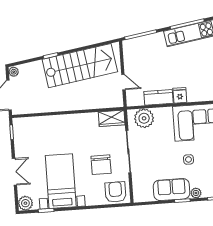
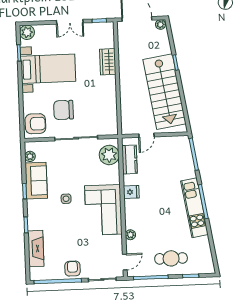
kitchen counter: (158, 97) -> (129, 159), moved
wardrobe: (112, 118) -> (108, 62), moved
double door: (14, 172) -> (70, 22), moved
plant: (196, 193) -> (30, 156), moved

